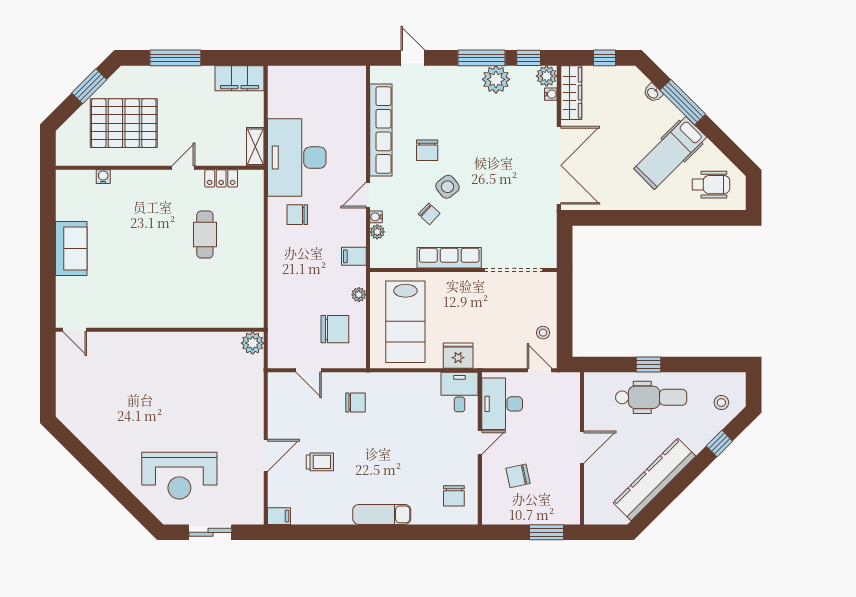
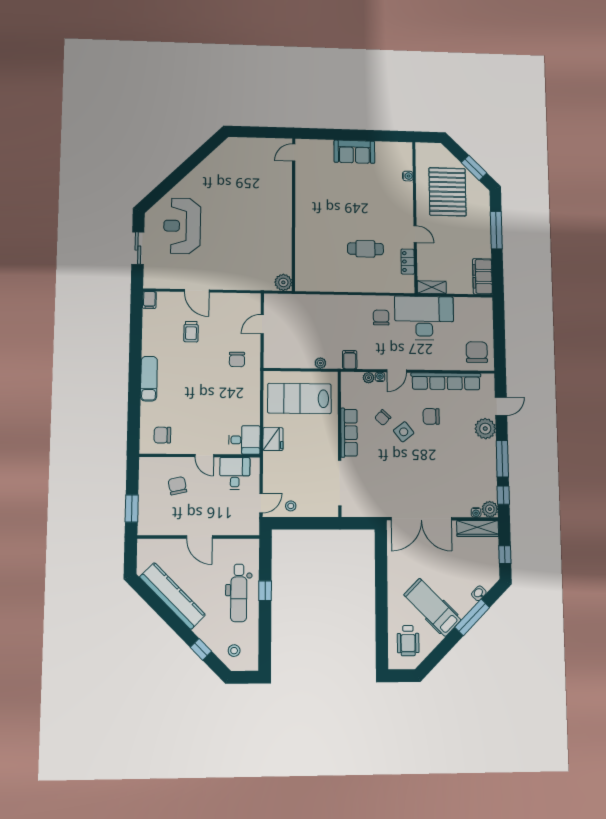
plant: (496, 79) -> (485, 429), moved
door: (368, 195) -> (397, 371), swing flipped
chair: (335, 329) -> (477, 352), moved, turned 180
desk: (502, 404) -> (235, 473), width x0.73

